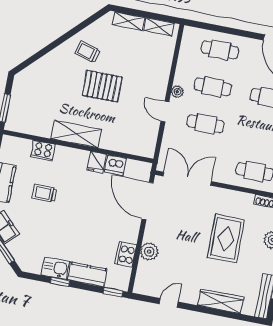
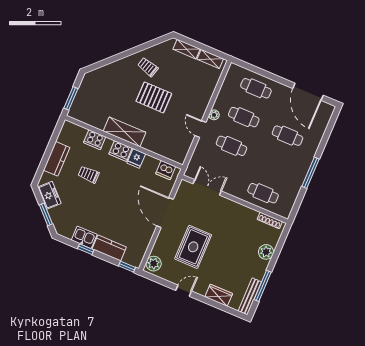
dishwasher: (115, 165) -> (166, 170), moved
double door: (187, 179) -> (207, 187), width x0.73
door: (148, 201) -> (165, 213), moved
rug: (226, 239) -> (193, 247), moved
plant: (149, 252) -> (154, 264), moved
cooker: (126, 254) -> (121, 151), moved, turned -90
wardrobe: (221, 301) -> (219, 295), width x0.67
door: (169, 303) -> (184, 291), moved

